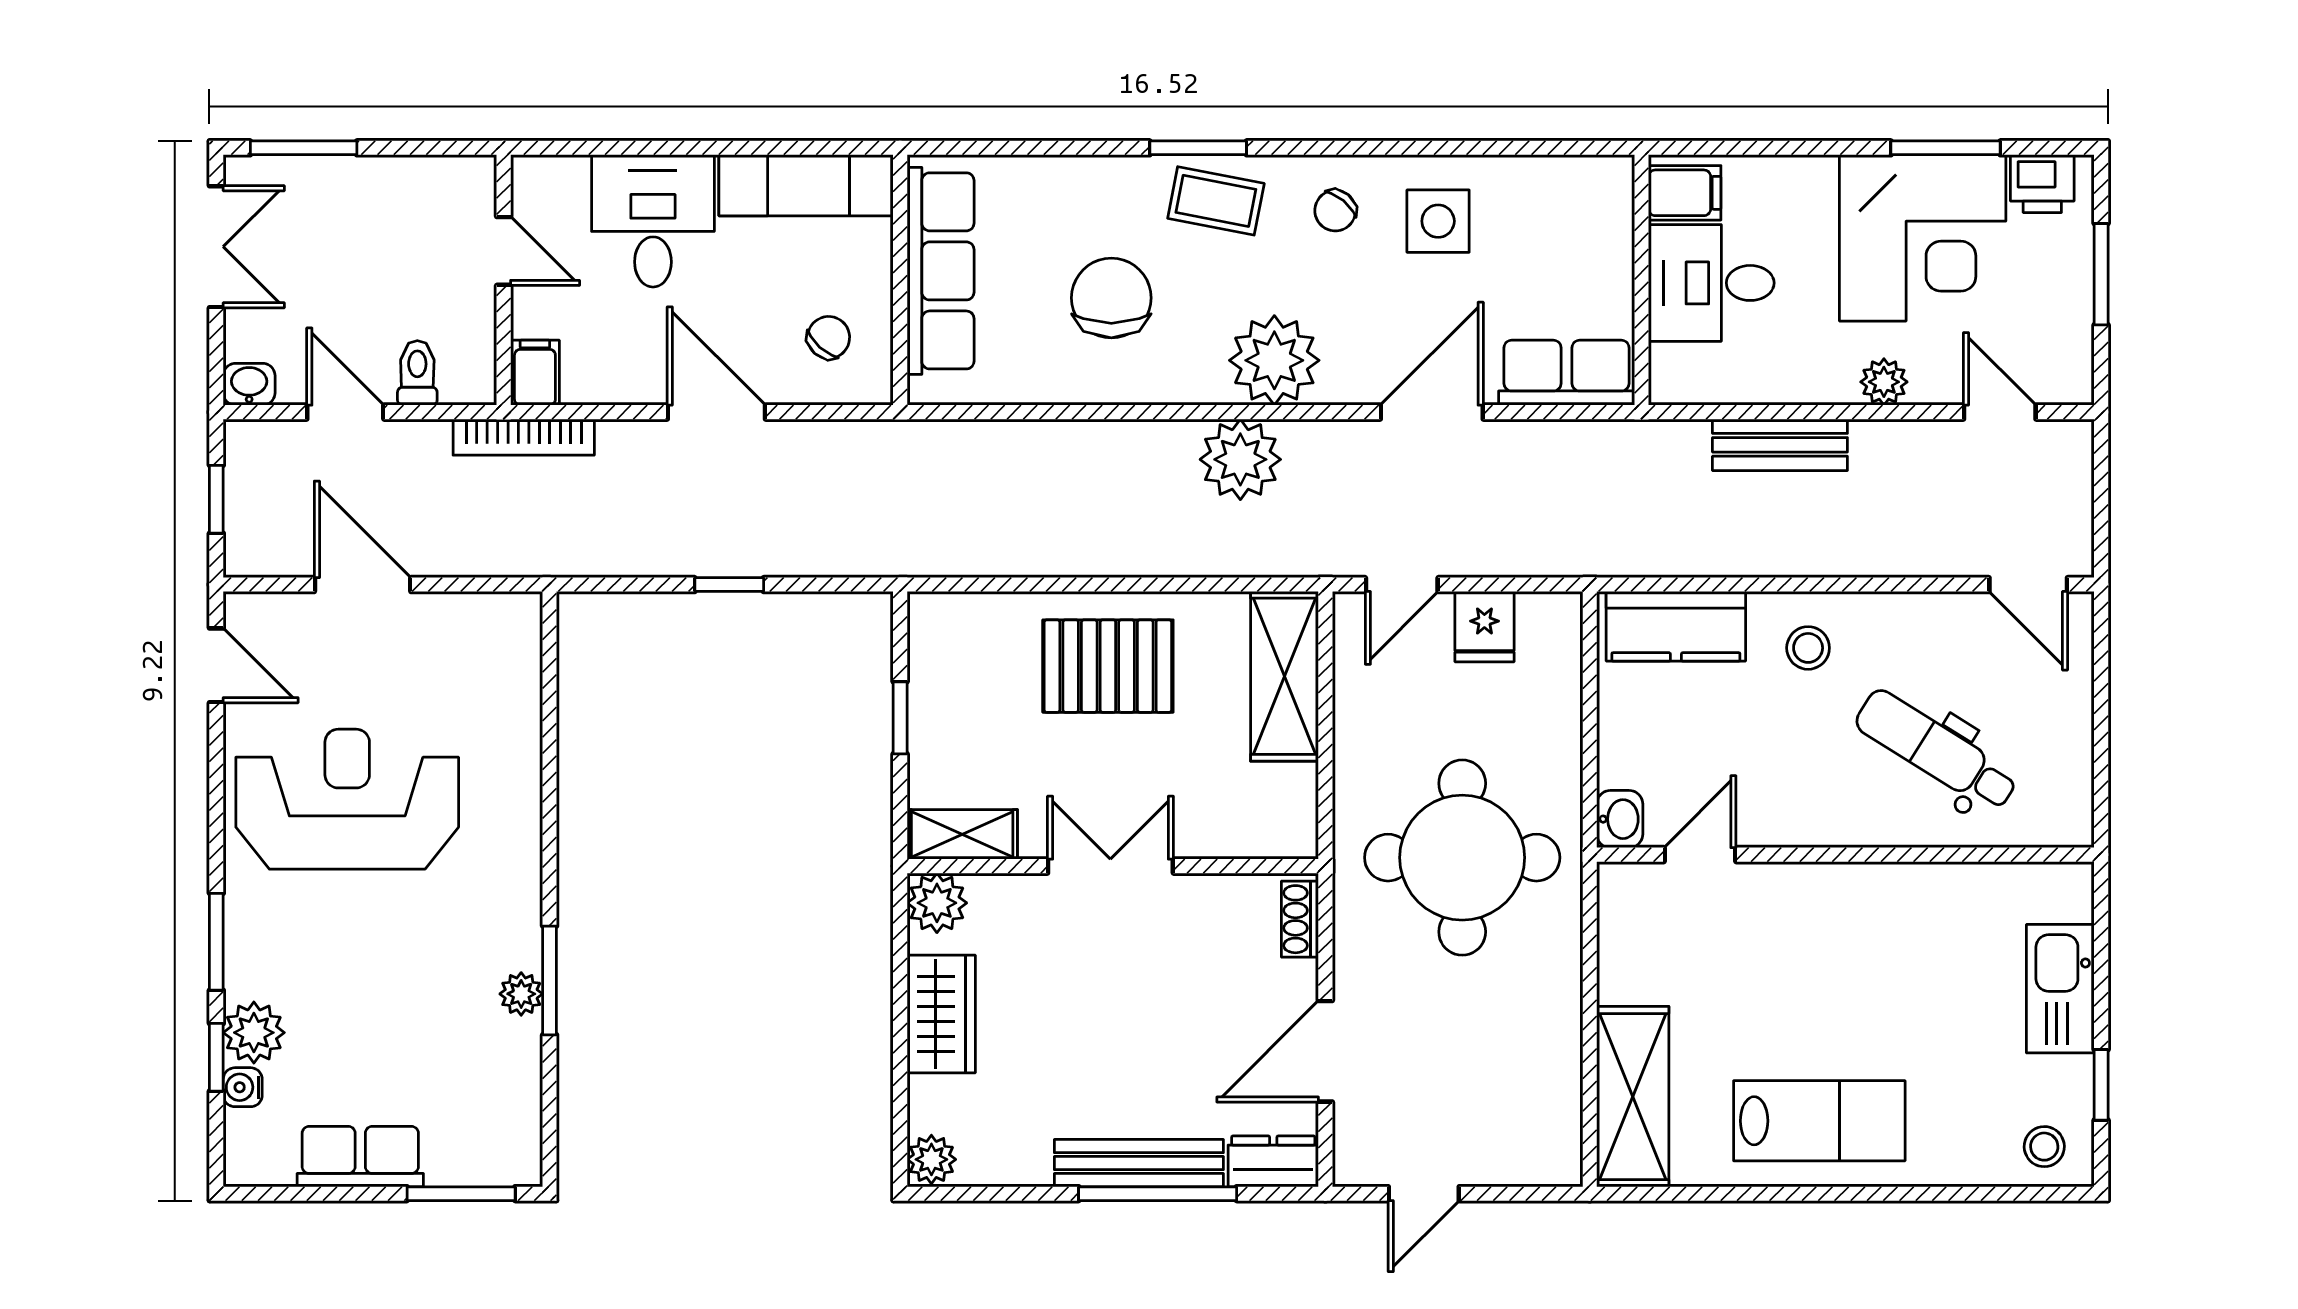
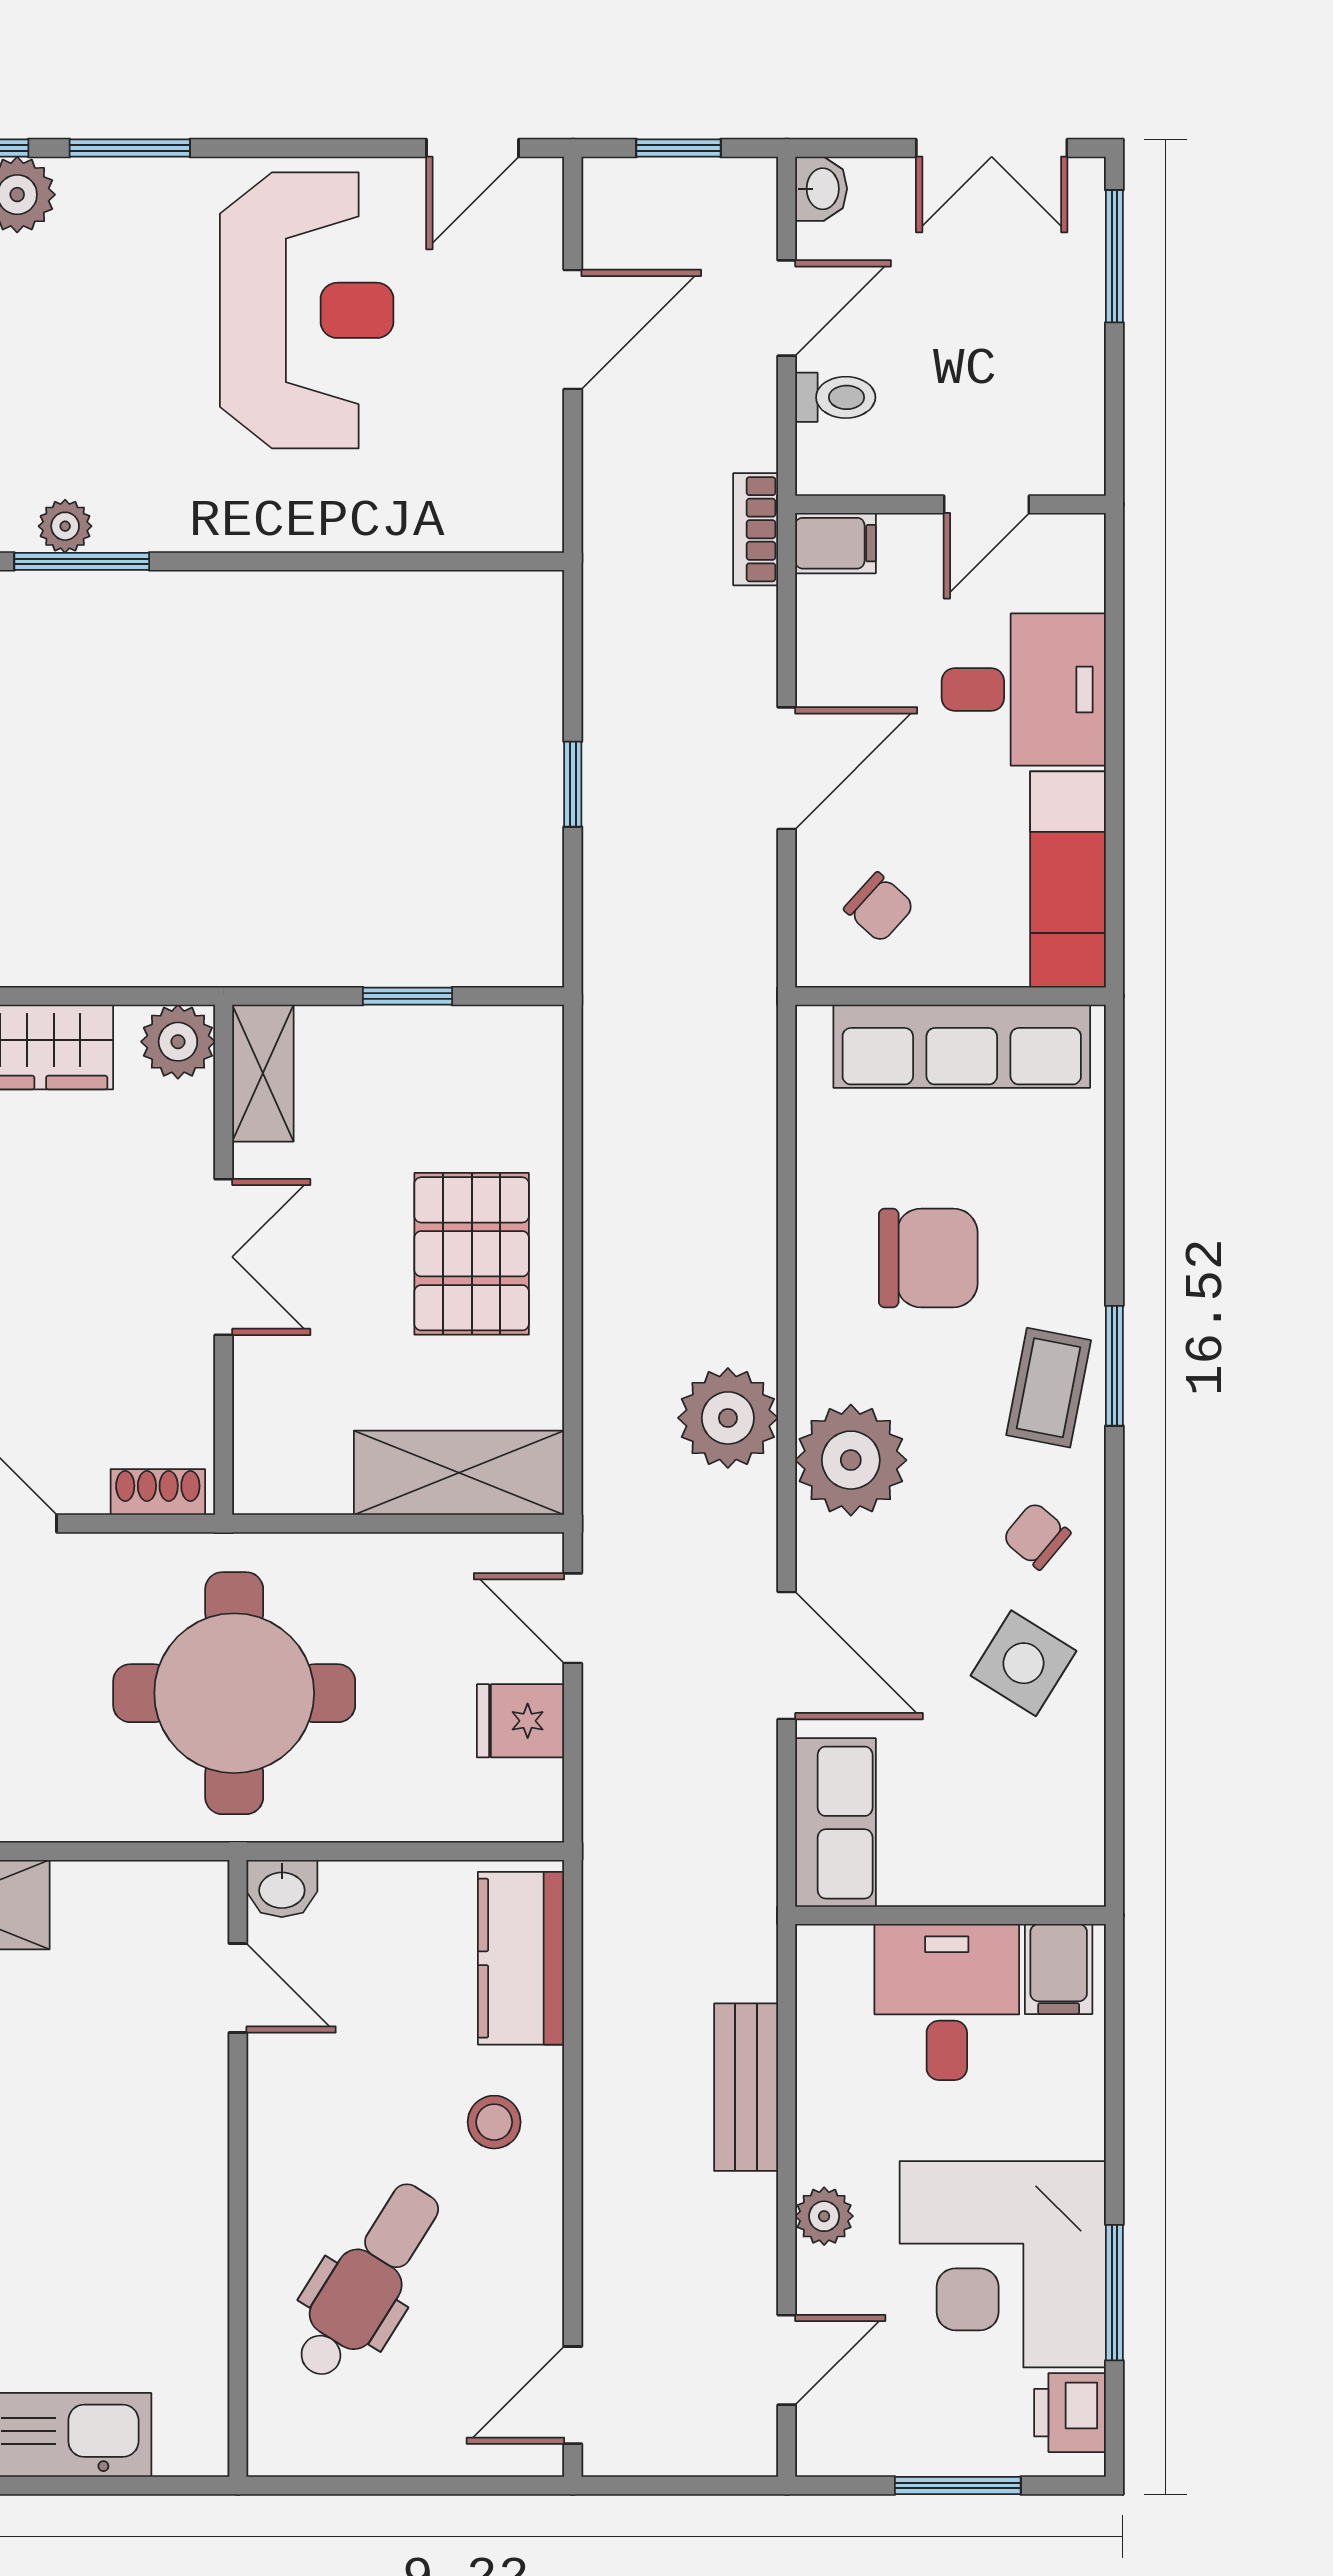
side table: (1438, 221) -> (1023, 1663), turned 32
bookcase: (524, 437) -> (756, 529), width x0.64

